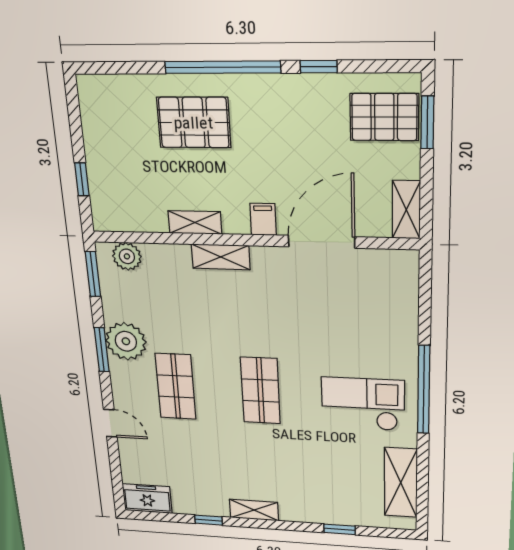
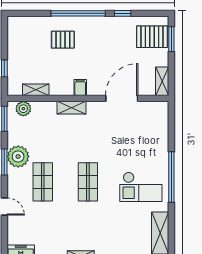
pallet: (194, 123) -> (63, 40), width x0.67, depth x0.71
filing cabinet: (263, 219) -> (80, 87), moved
shelving: (195, 222) -> (36, 90), moved
checkout: (363, 404) -> (141, 187), turned 180

